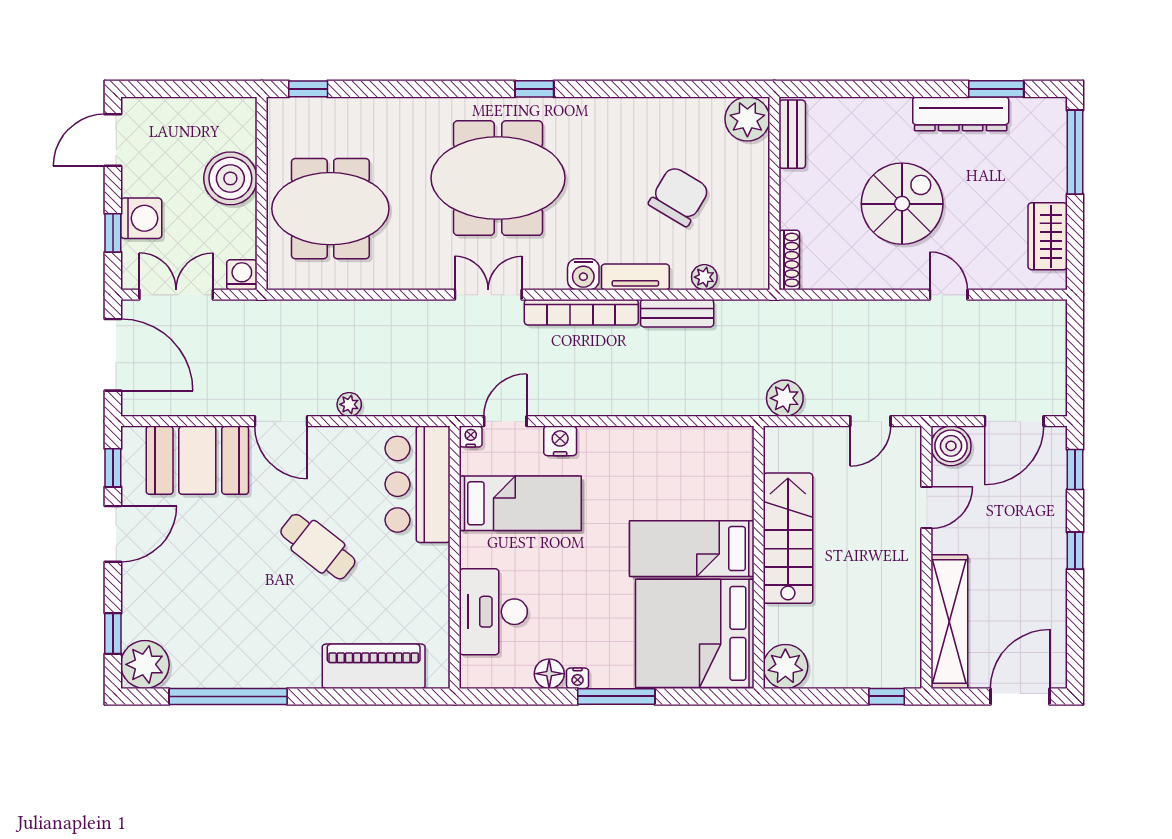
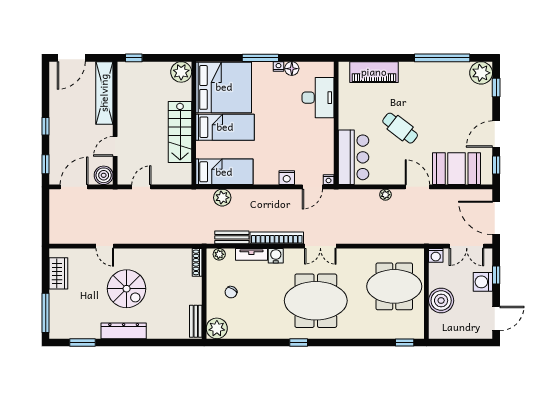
dresser: (961, 114) -> (124, 331), moved
plant: (747, 119) -> (217, 328), moved
bench: (792, 134) -> (196, 321), moved
wall: (774, 193) -> (204, 294), moved
chair: (679, 196) -> (231, 292), width x0.54, depth x0.54
spiral stairs: (902, 204) -> (127, 289), turned -90
shoe rack: (789, 260) -> (197, 262), moved
plant: (785, 398) -> (222, 198), moved
bed: (520, 503) -> (224, 172), moved, turned 180

